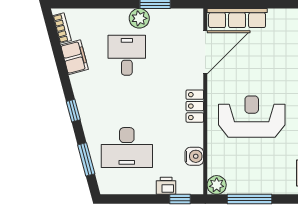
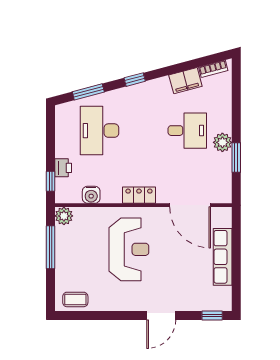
row of seats: (237, 18) -> (223, 257), moved

